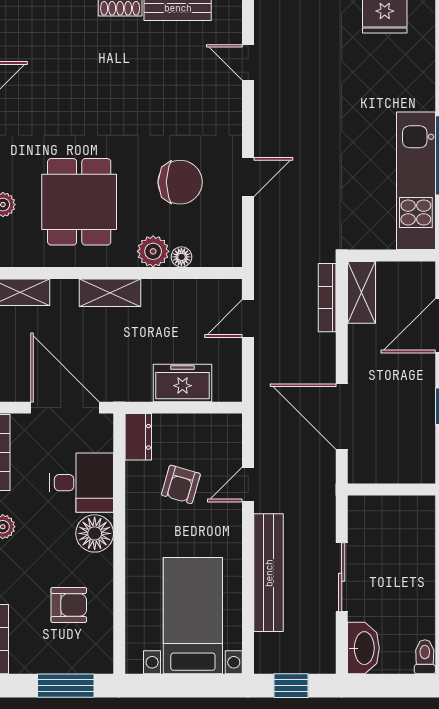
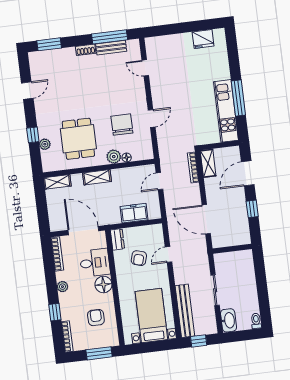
chair: (180, 182) -> (122, 125), turned -90
bench: (269, 573) -> (185, 311), moved
armchair: (69, 605) -> (96, 318), turned -90

